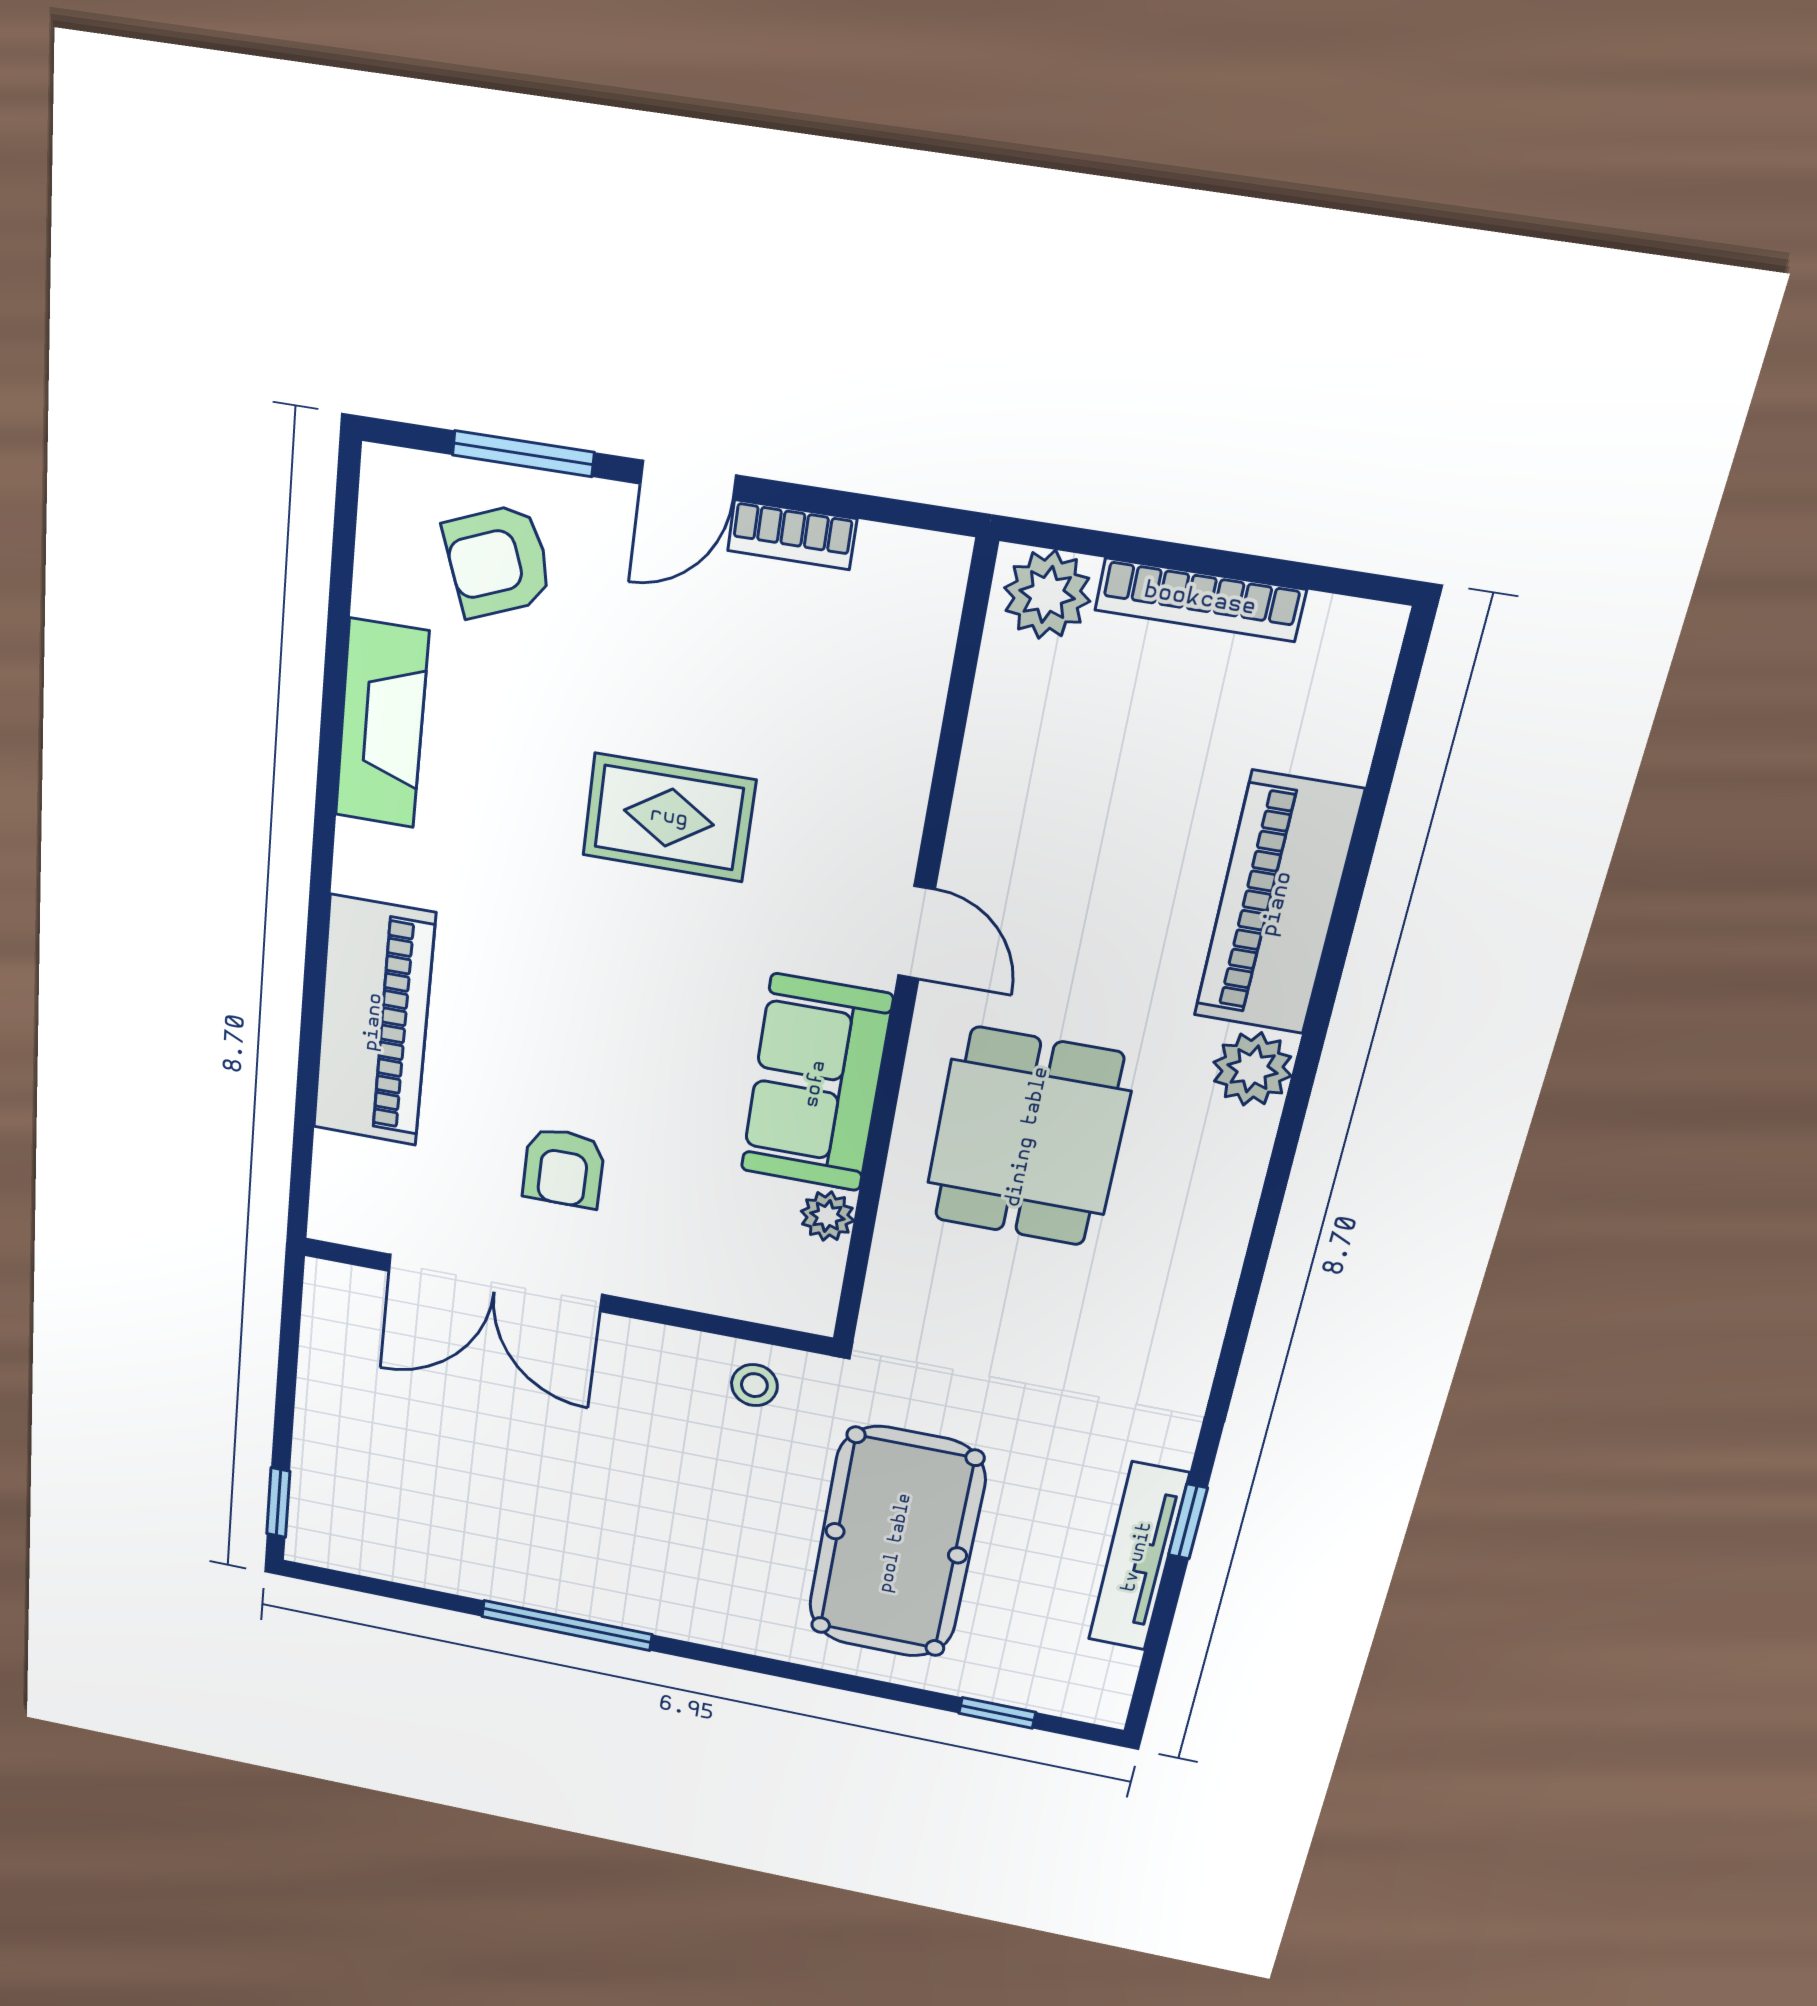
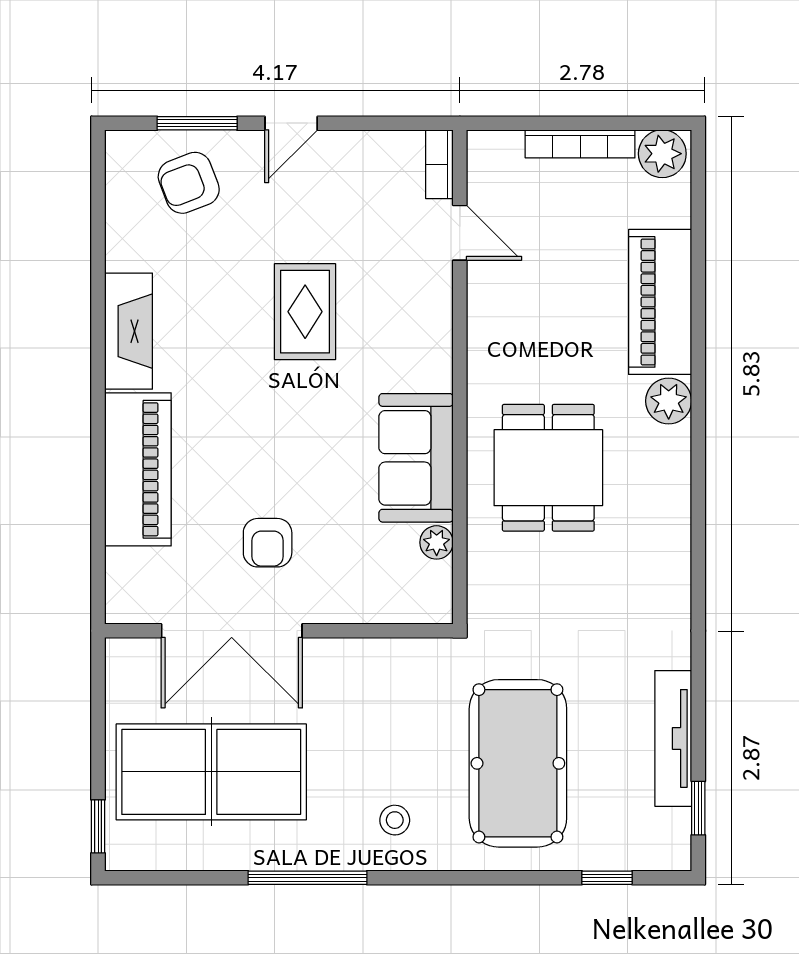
bookcase: (792, 535) -> (439, 164), moved, turned 90
plant: (1047, 594) -> (662, 154), moved
fireplace: (382, 724) -> (129, 331), moved
rug: (669, 818) -> (305, 312), turned 90
door: (916, 933) -> (460, 233), moved
stool: (754, 1385) -> (395, 820), moved
table tennis table: (445, 1466) -> (211, 772), added
window: (1188, 1521) -> (698, 808), moved

